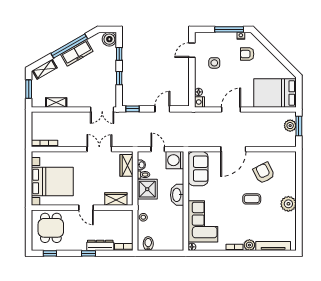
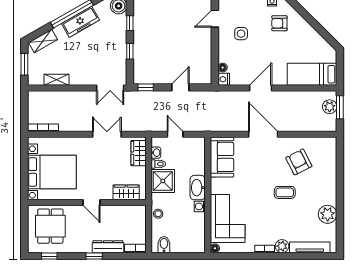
bed: (275, 93) -> (312, 74), width x0.67
door: (233, 149) -> (263, 134), swing flipped
washing machine: (175, 160) -> (200, 206), moved, width x0.53, depth x0.53
plant: (288, 204) -> (328, 214), moved

